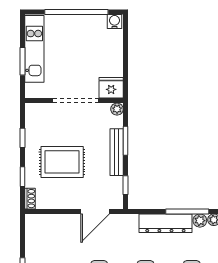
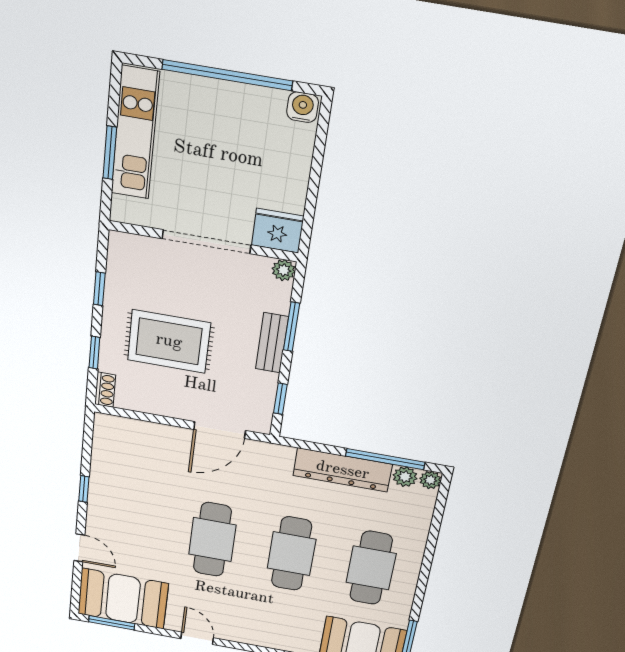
bench: (117, 152) -> (272, 343), width x0.73

